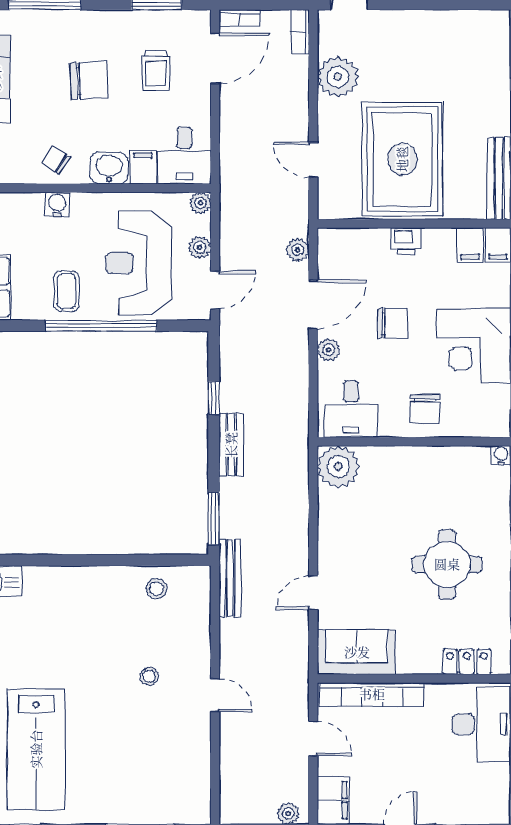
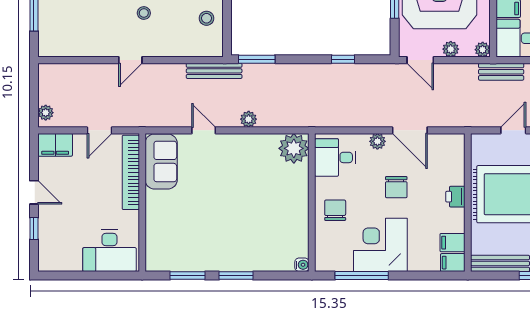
plant: (298, 250) -> (249, 119), moved
chair: (425, 409) -> (335, 210), turned 90
bench: (231, 445) -> (501, 72), moved
round table: (447, 564) -> (224, 226), removed
locker: (467, 662) -> (154, 240), removed

